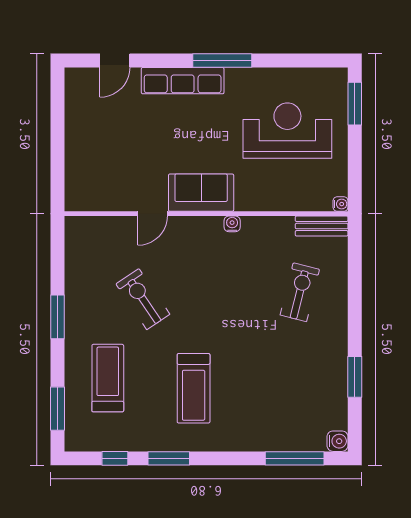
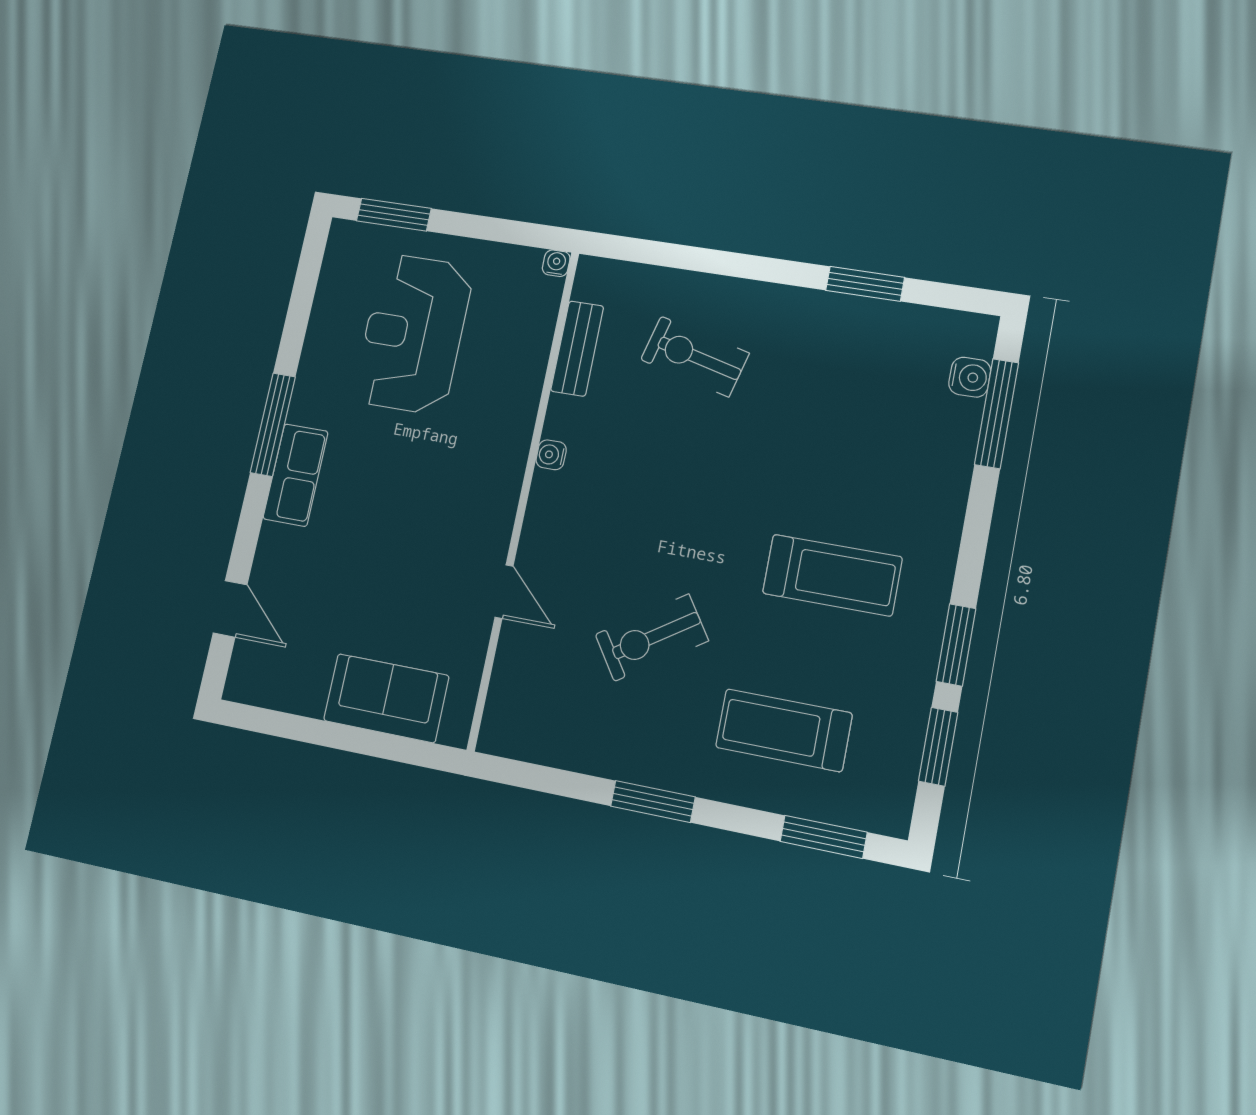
row of seats: (183, 81) -> (296, 475), width x0.68
sofa: (201, 193) -> (386, 698), moved, turned 90
bench: (322, 226) -> (577, 349), moved
water cooler: (338, 441) -> (970, 377), moved, turned 90
window: (115, 458) -> (938, 747), width x1.50

